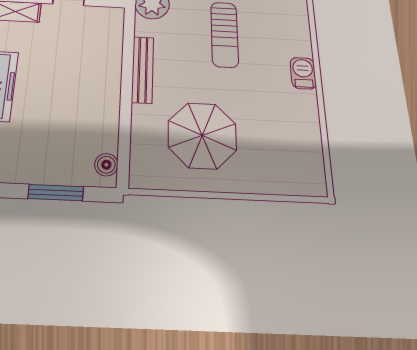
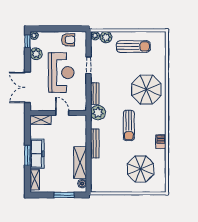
shelving: (104, 112) -> (80, 163), added
parasol: (202, 135) -> (140, 169), moved

